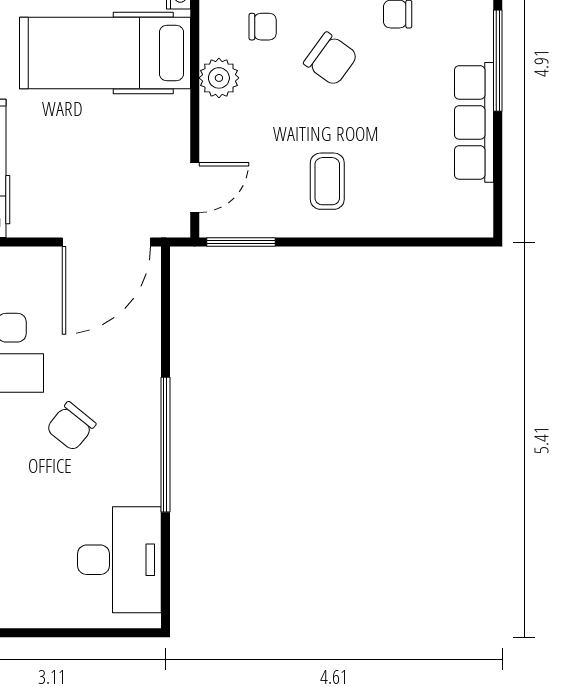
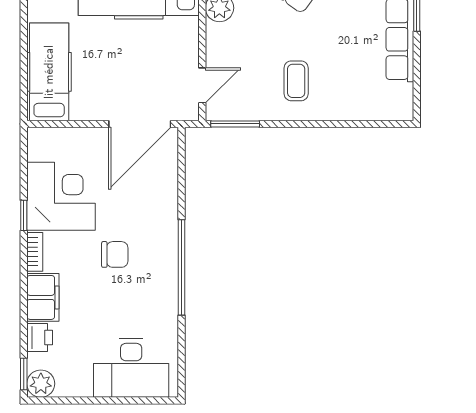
chair: (71, 426) -> (115, 254), turned -129
desk: (119, 560) -> (131, 368), moved, turned 90

